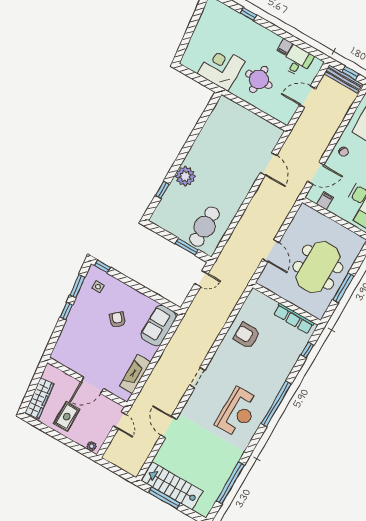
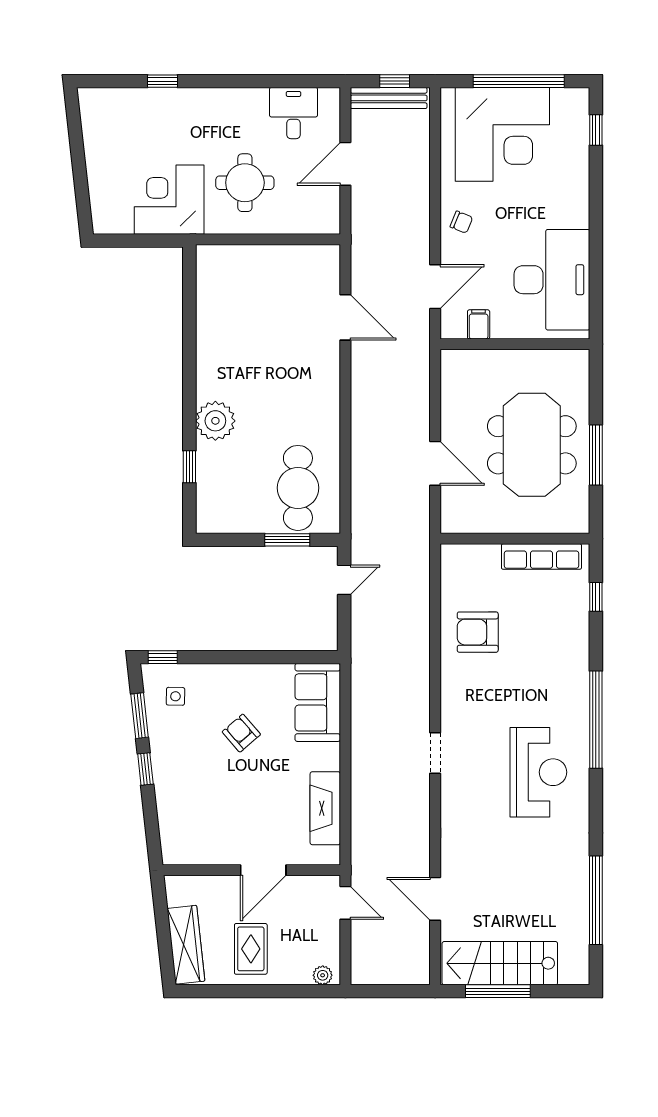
filing cabinet: (285, 47) -> (257, 101), removed
door: (169, 427) -> (435, 899), moved

